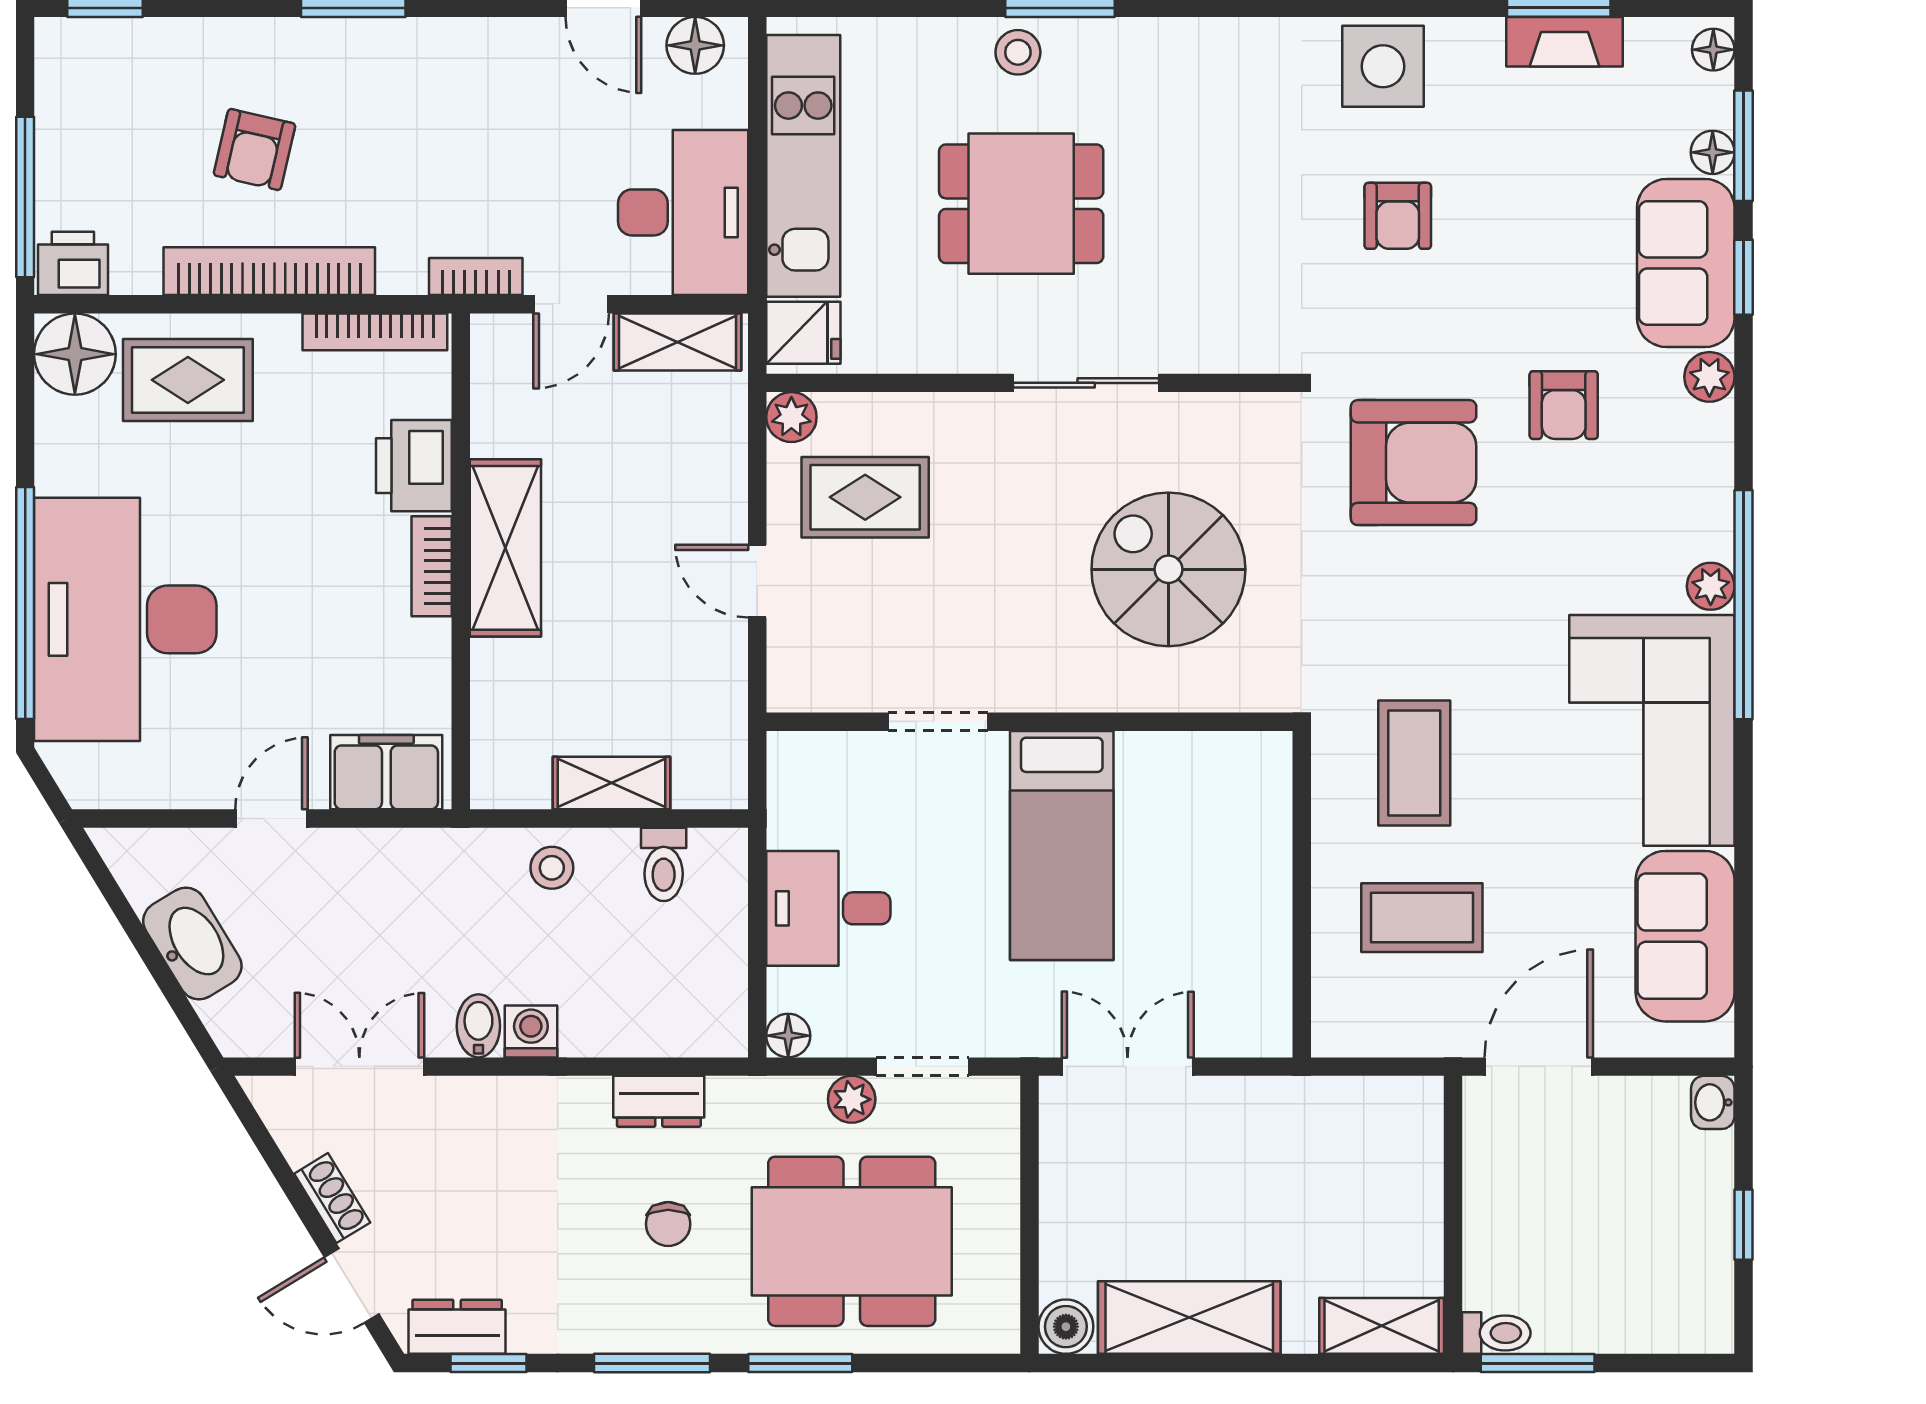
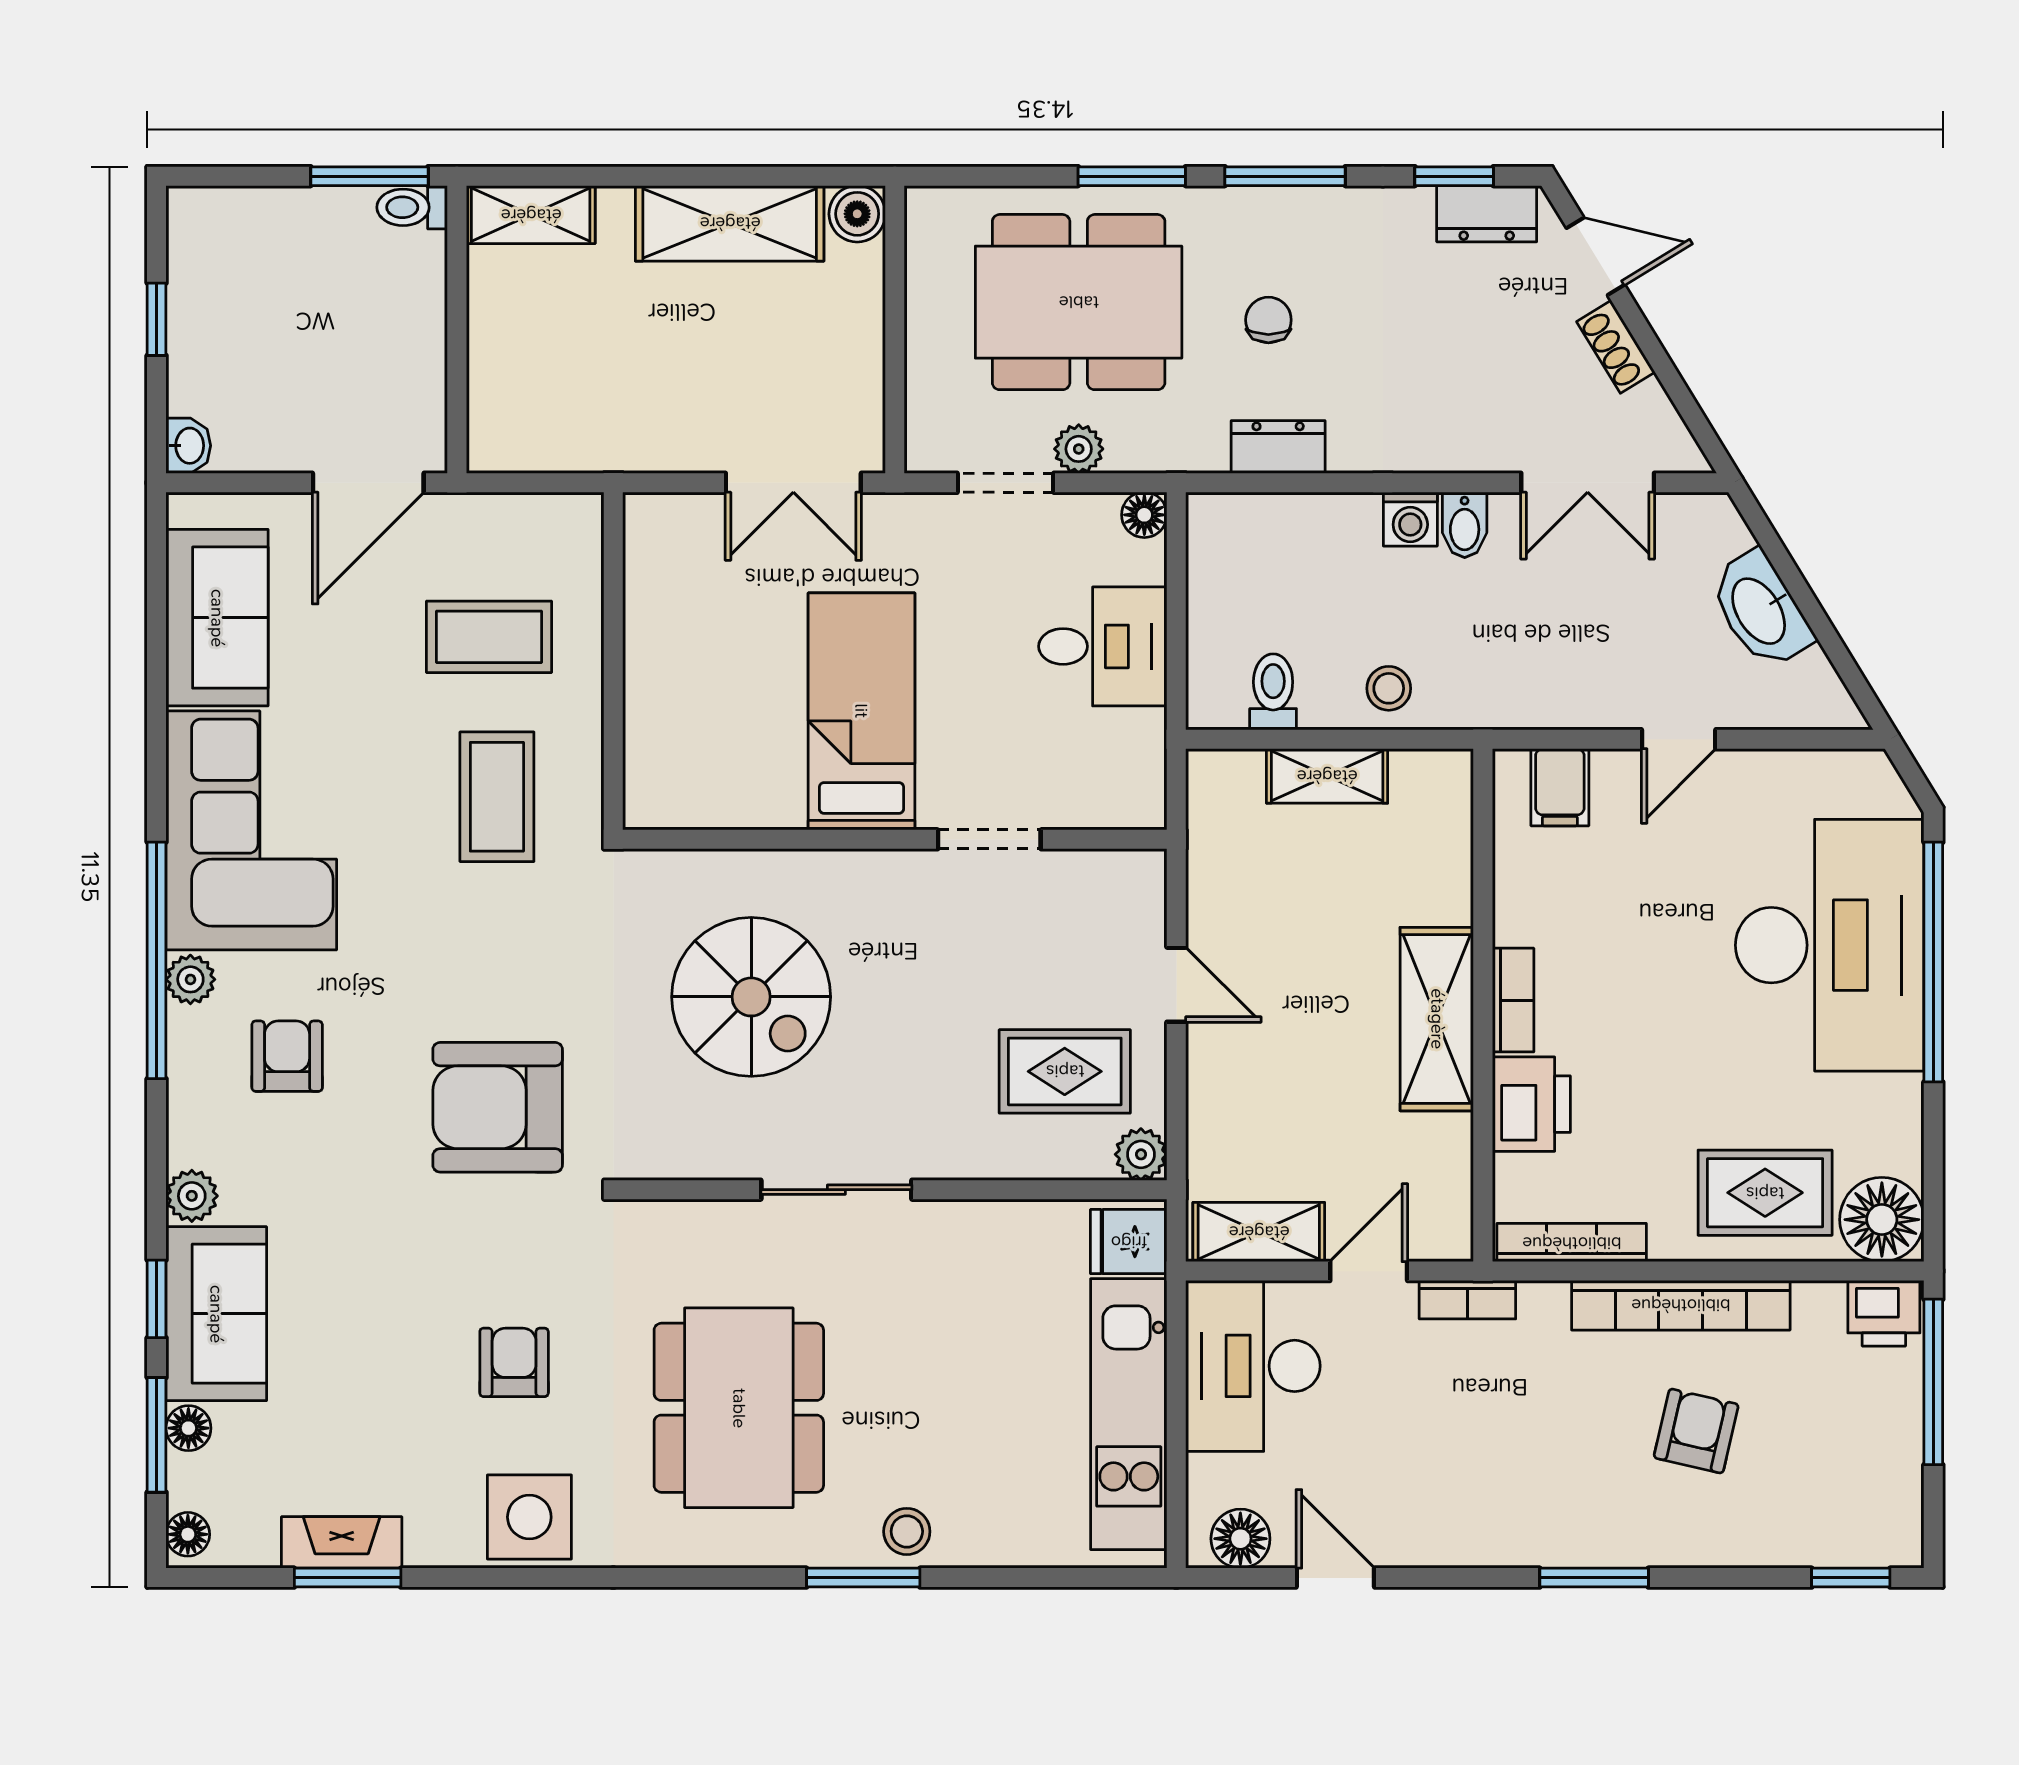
dining table: (1021, 204) -> (739, 1408), moved, width x1.37
armchair: (1564, 405) -> (287, 1056), moved
filing cabinet: (386, 772) -> (1560, 787), width x0.50

